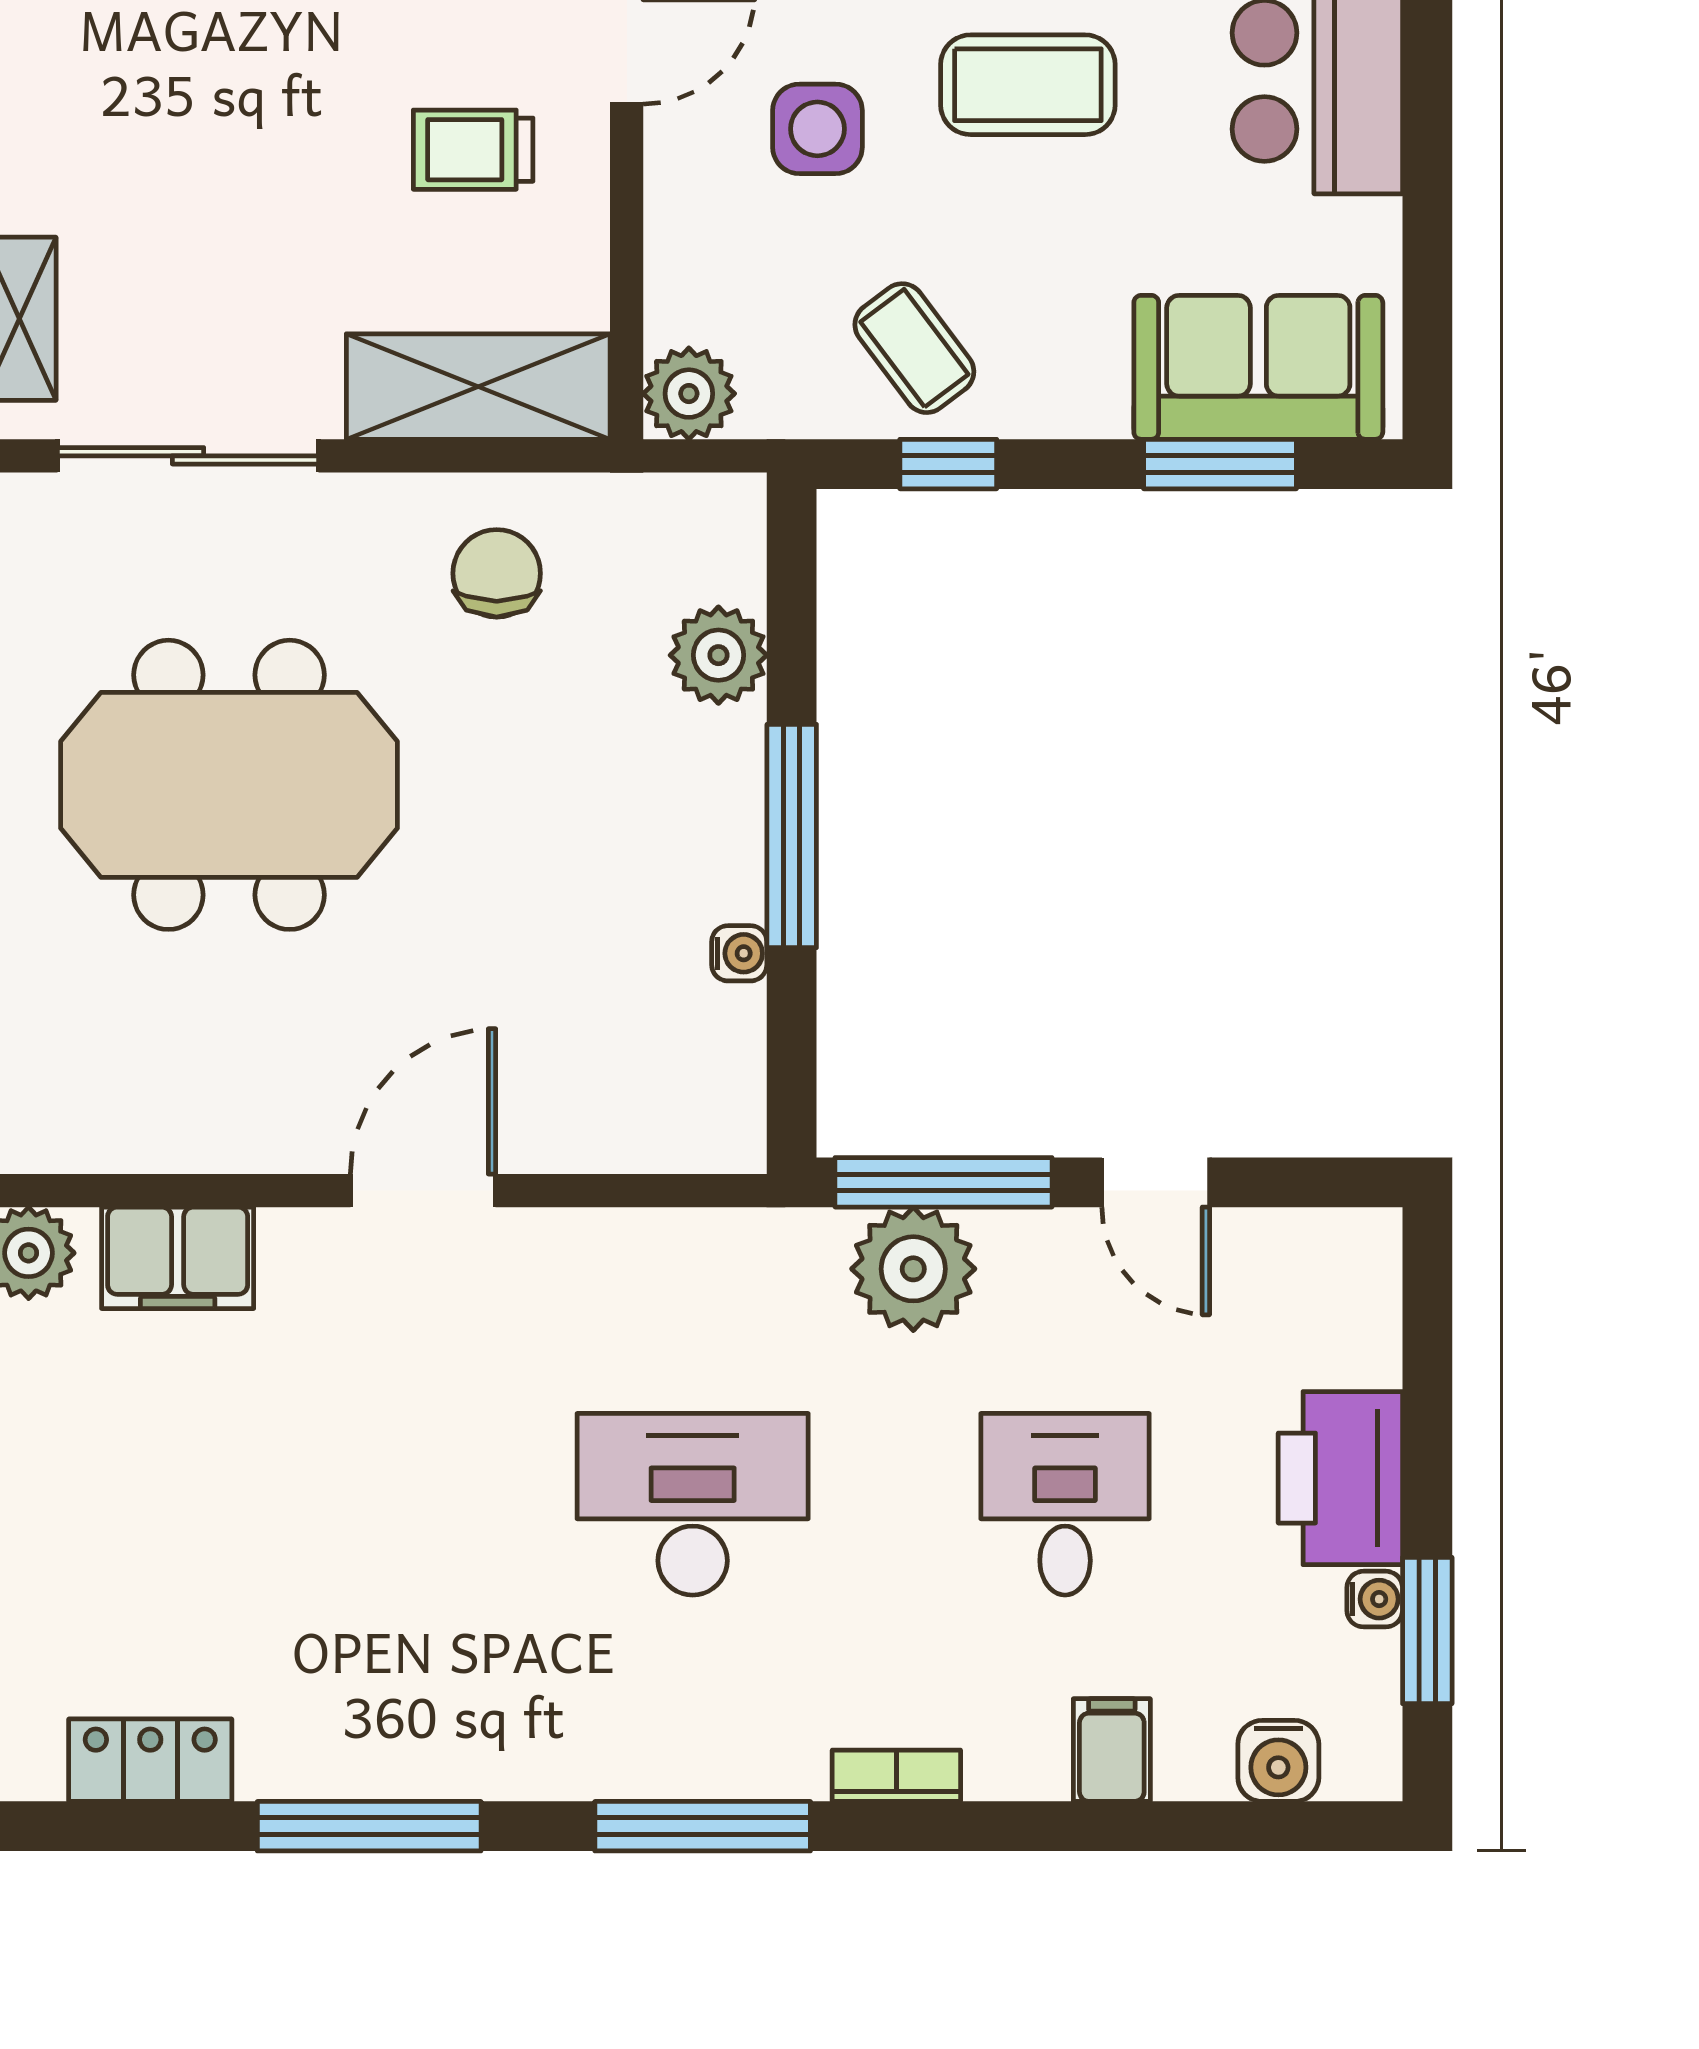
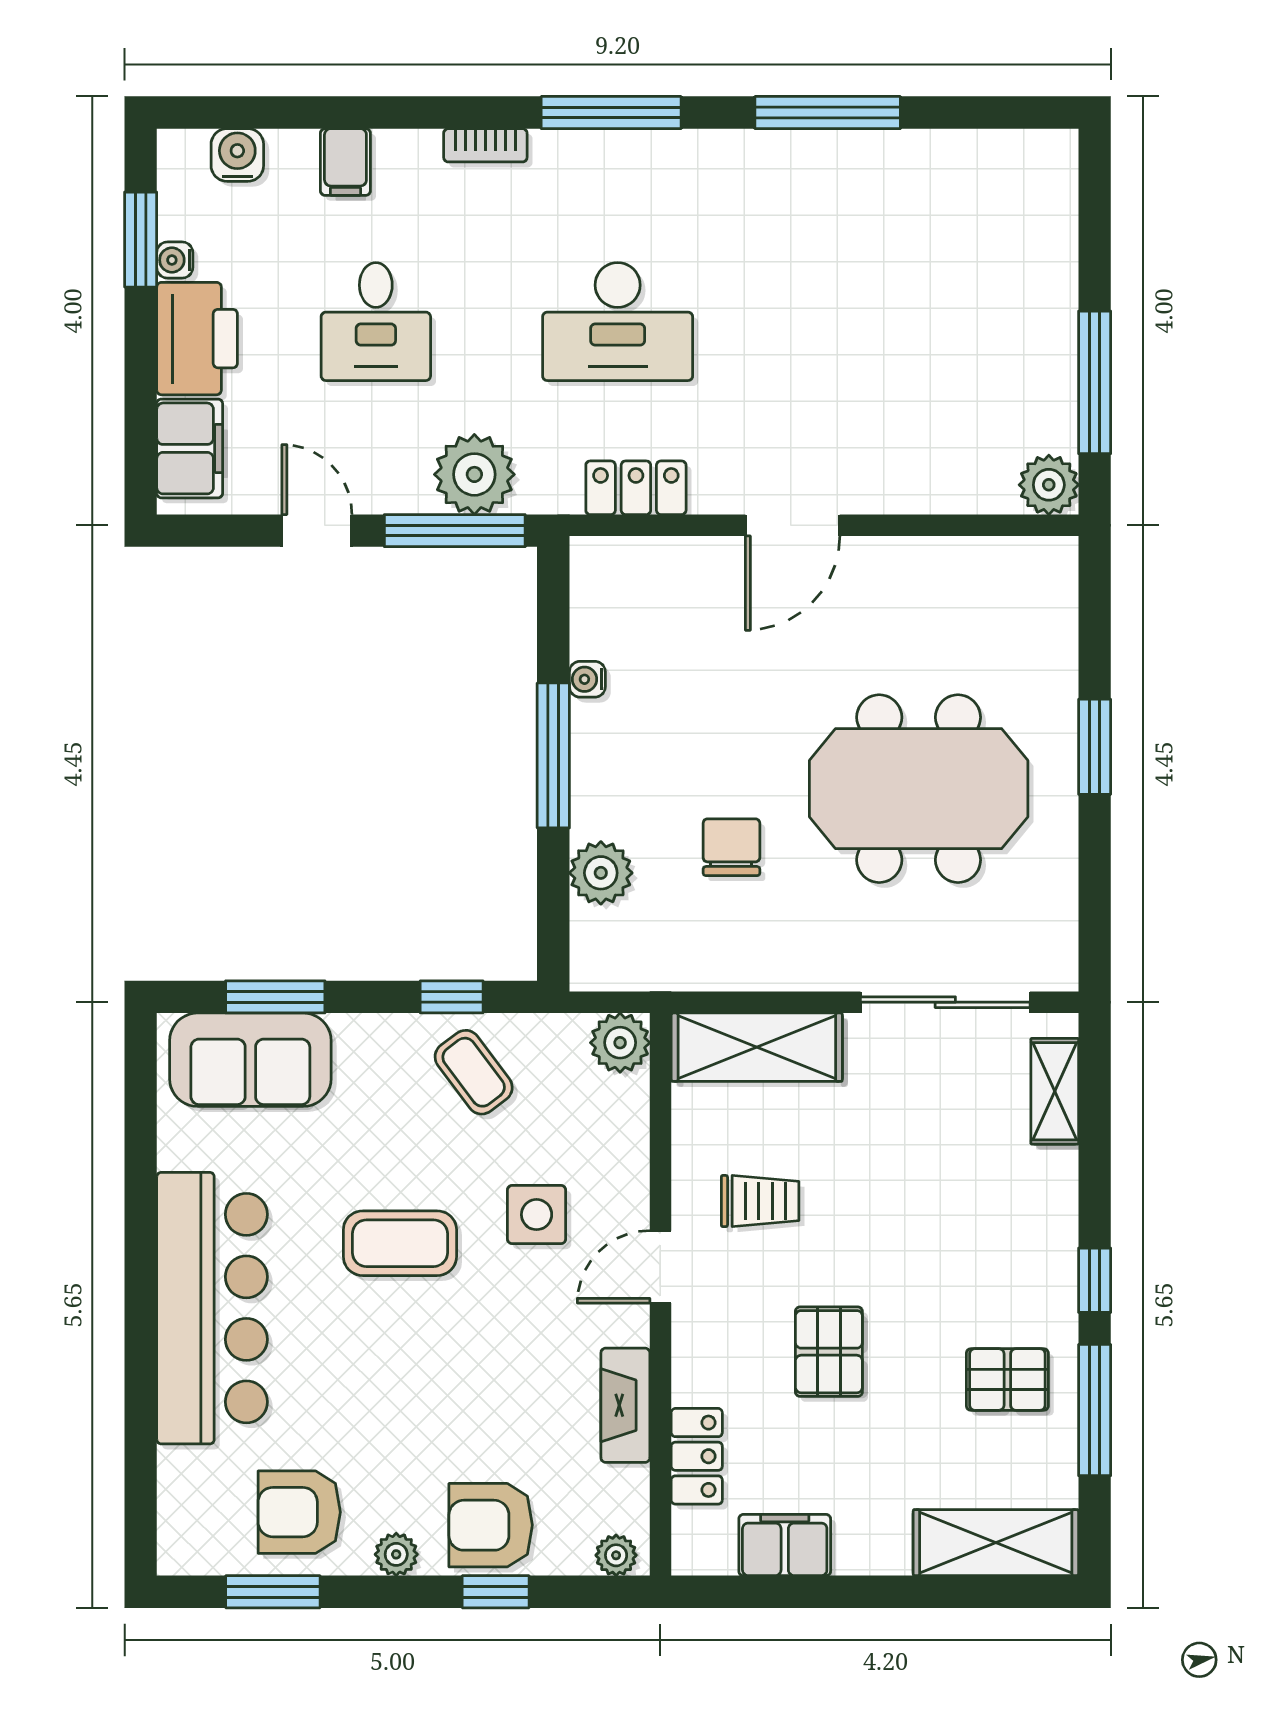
chair: (497, 573) -> (731, 847), moved, turned 180
filing cabinet: (178, 1258) -> (190, 448), moved, turned 90
locker: (150, 1760) -> (636, 488), moved, turned 180

